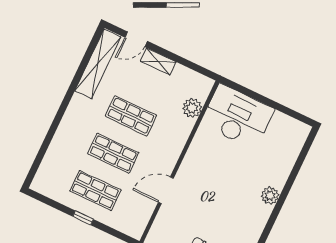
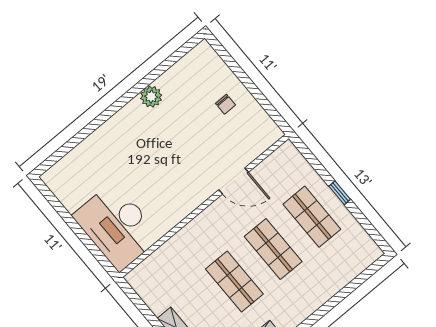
plant: (192, 108) -> (163, 259), removed
plant: (270, 196) -> (151, 97), moved

